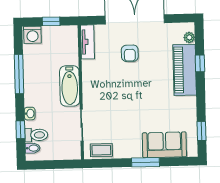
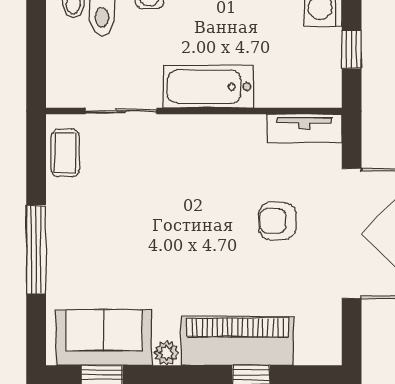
plant: (189, 37) -> (167, 353), moved
sofa: (164, 145) -> (104, 338), moved, turned -90
window: (145, 162) -> (36, 250), width x1.44

